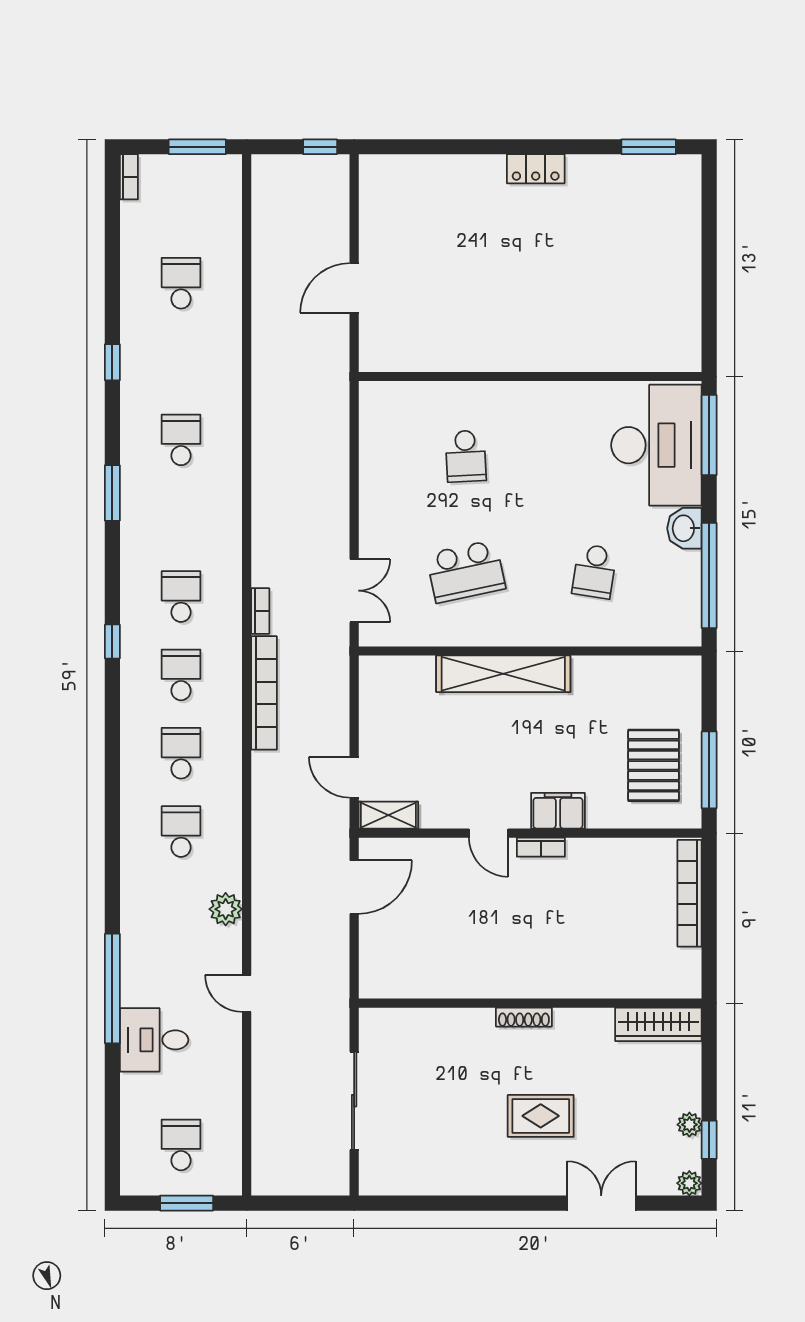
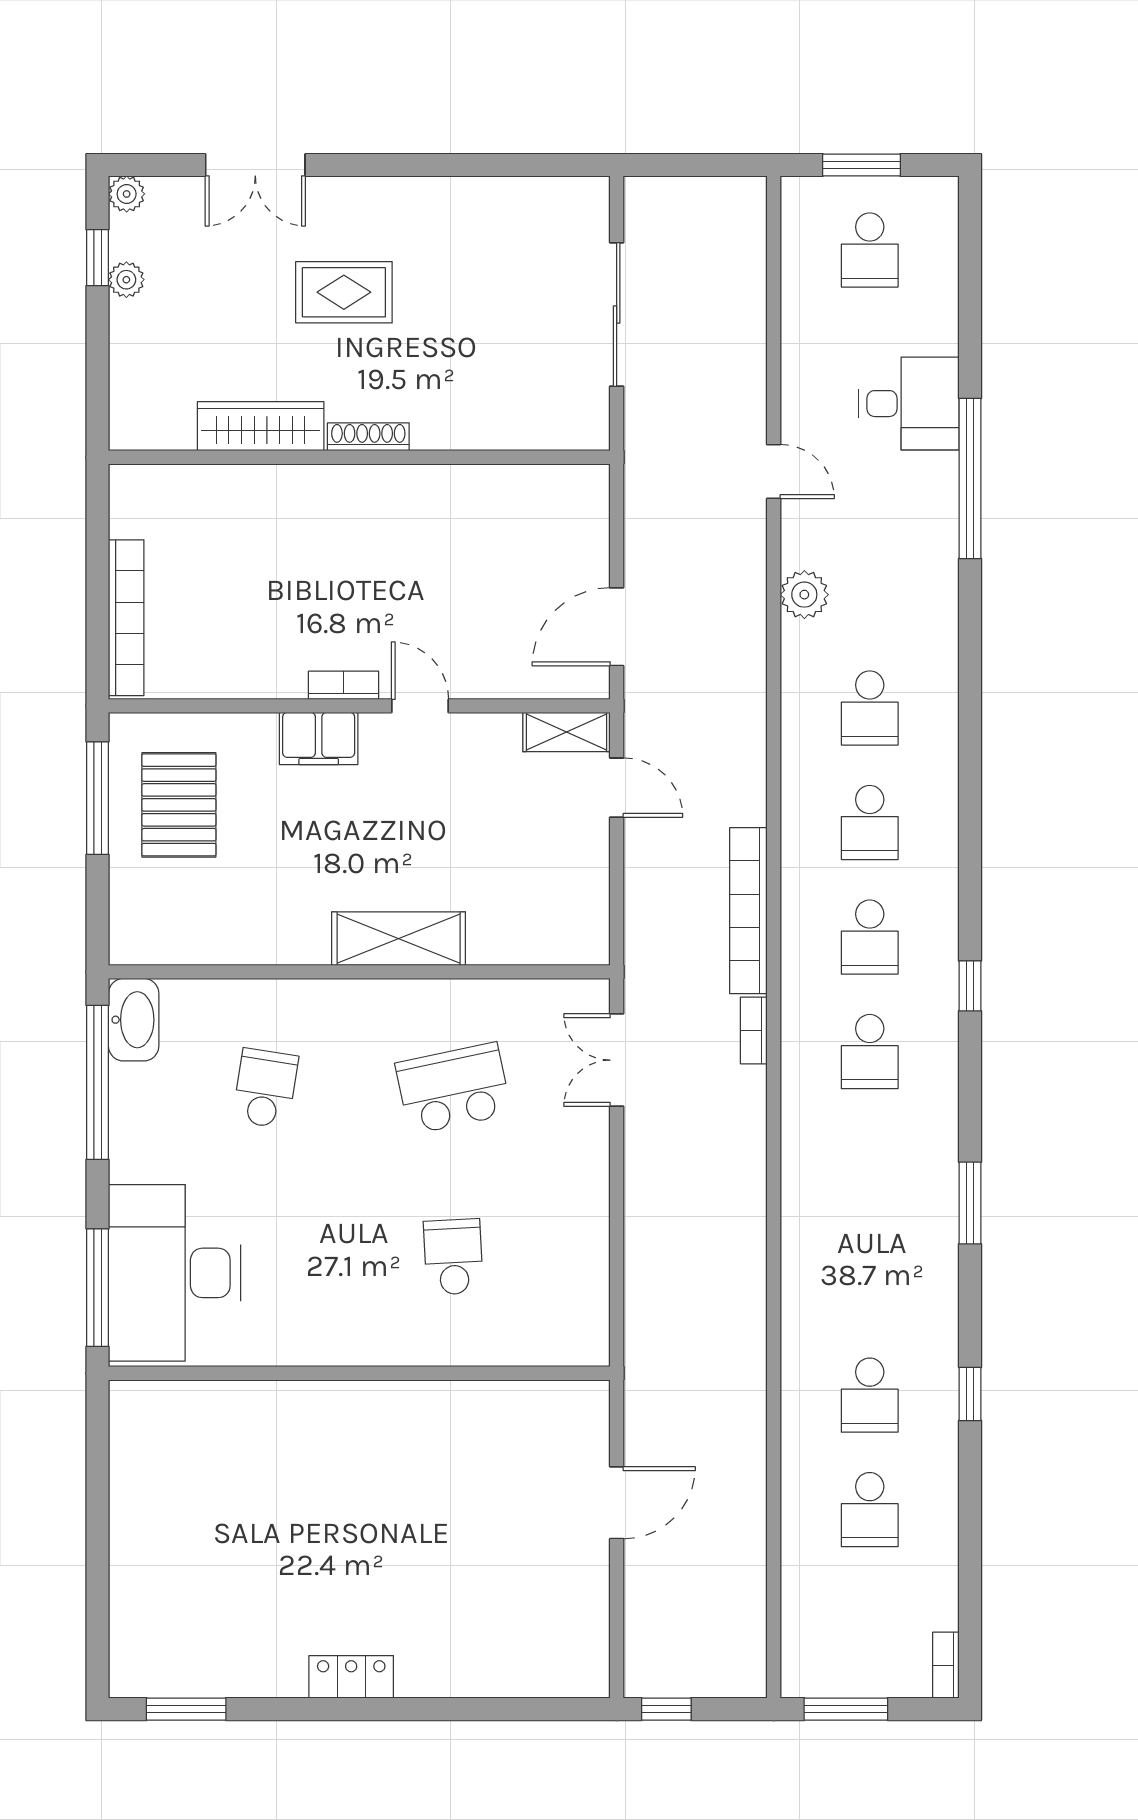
school desk: (181, 440) -> (870, 1395), moved
washbasin: (684, 528) -> (134, 1020), moved, width x1.38
shelving: (503, 674) -> (399, 939), width x0.68
wardrobe: (658, 1024) -> (261, 426), moved

